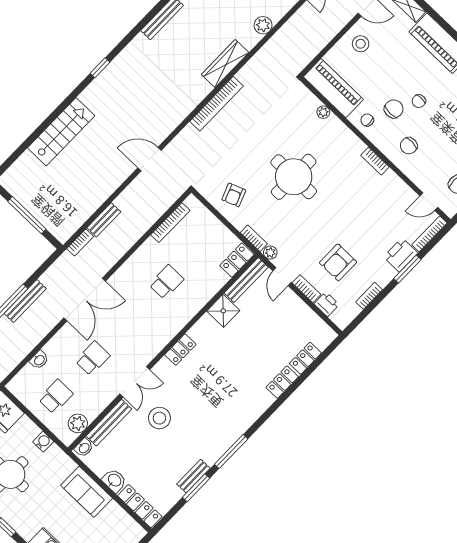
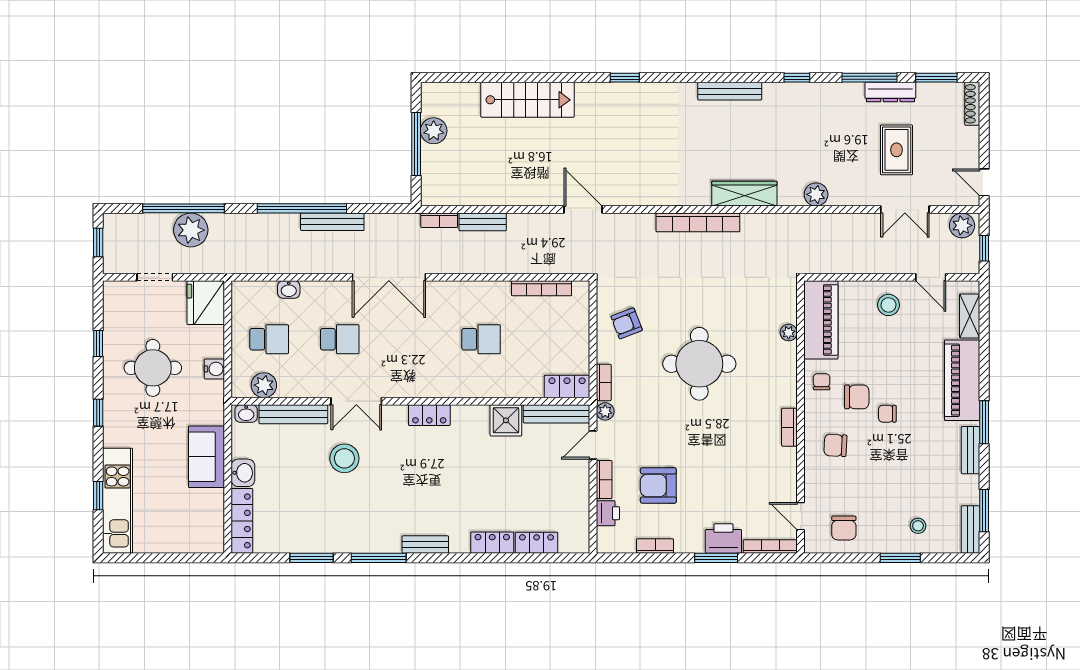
plant: (29, 199) -> (434, 131), added
bench: (193, 476) -> (425, 545), moved

